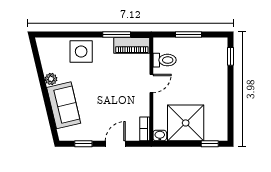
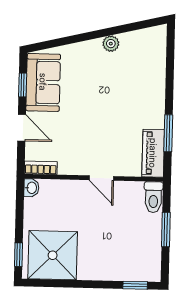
side table: (81, 51) -> (147, 85), removed
toilet: (165, 60) -> (153, 197), moved
sofa: (64, 105) -> (43, 82), moved, turned -77
shower: (186, 123) -> (53, 255), moved

